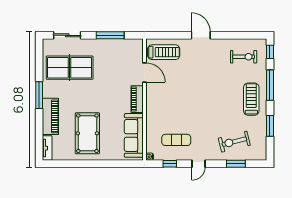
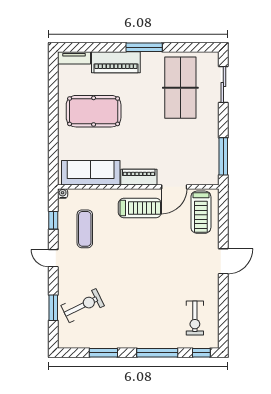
window: (110, 35) -> (223, 156), moved
treadmill: (251, 99) -> (140, 208), moved
exercise bike: (234, 142) -> (83, 306), turned 78

